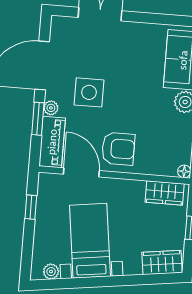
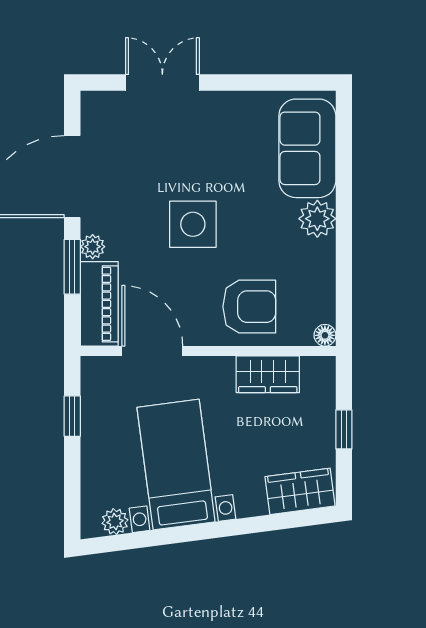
side table: (89, 92) -> (193, 224), moved
armchair: (118, 149) -> (249, 307), moved
wardrobe: (165, 193) -> (268, 374), moved

